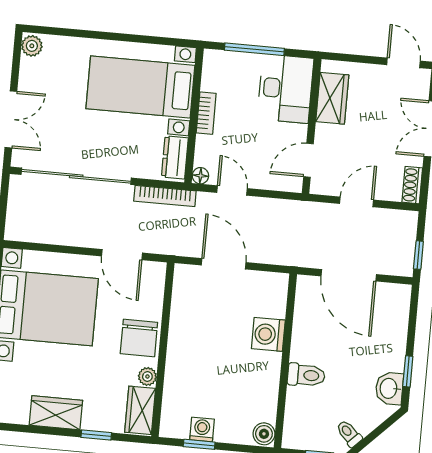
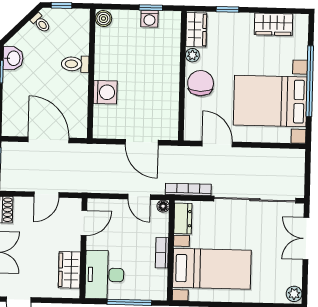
wardrobe: (56, 413) -> (273, 24), moved

